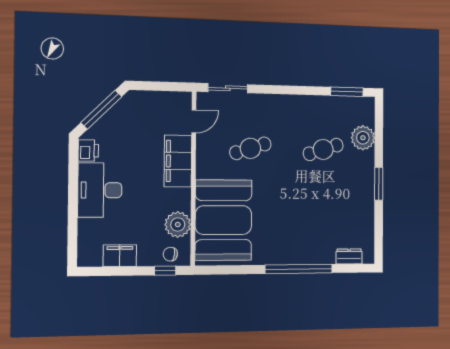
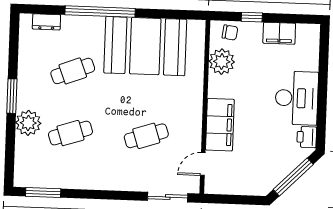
plant: (363, 138) -> (28, 123), moved
cafe table: (323, 210) -> (73, 71), added
booth: (223, 220) -> (145, 46), moved, turned 90
window: (165, 271) -> (252, 17), moved

